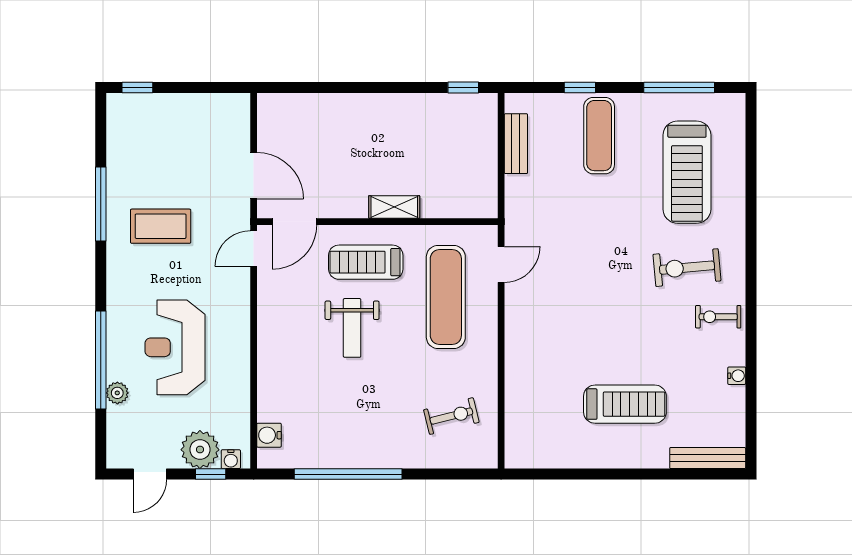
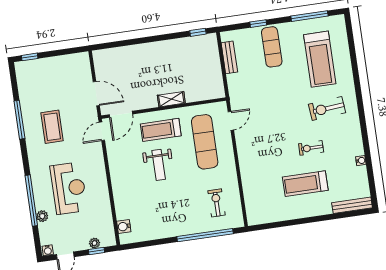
coffee table: (161, 226) -> (52, 127), turned 90
exercise bike: (718, 317) -> (311, 148), moved
reception desk: (175, 347) -> (69, 188), turned 180
treadmill: (625, 404) -> (305, 184), turned 180
exercise bike: (451, 416) -> (217, 203), turned -76
plant: (200, 450) -> (95, 243), width x0.53, depth x0.53
water cooler: (231, 459) -> (48, 250), moved
window: (348, 474) -> (205, 235), moved

